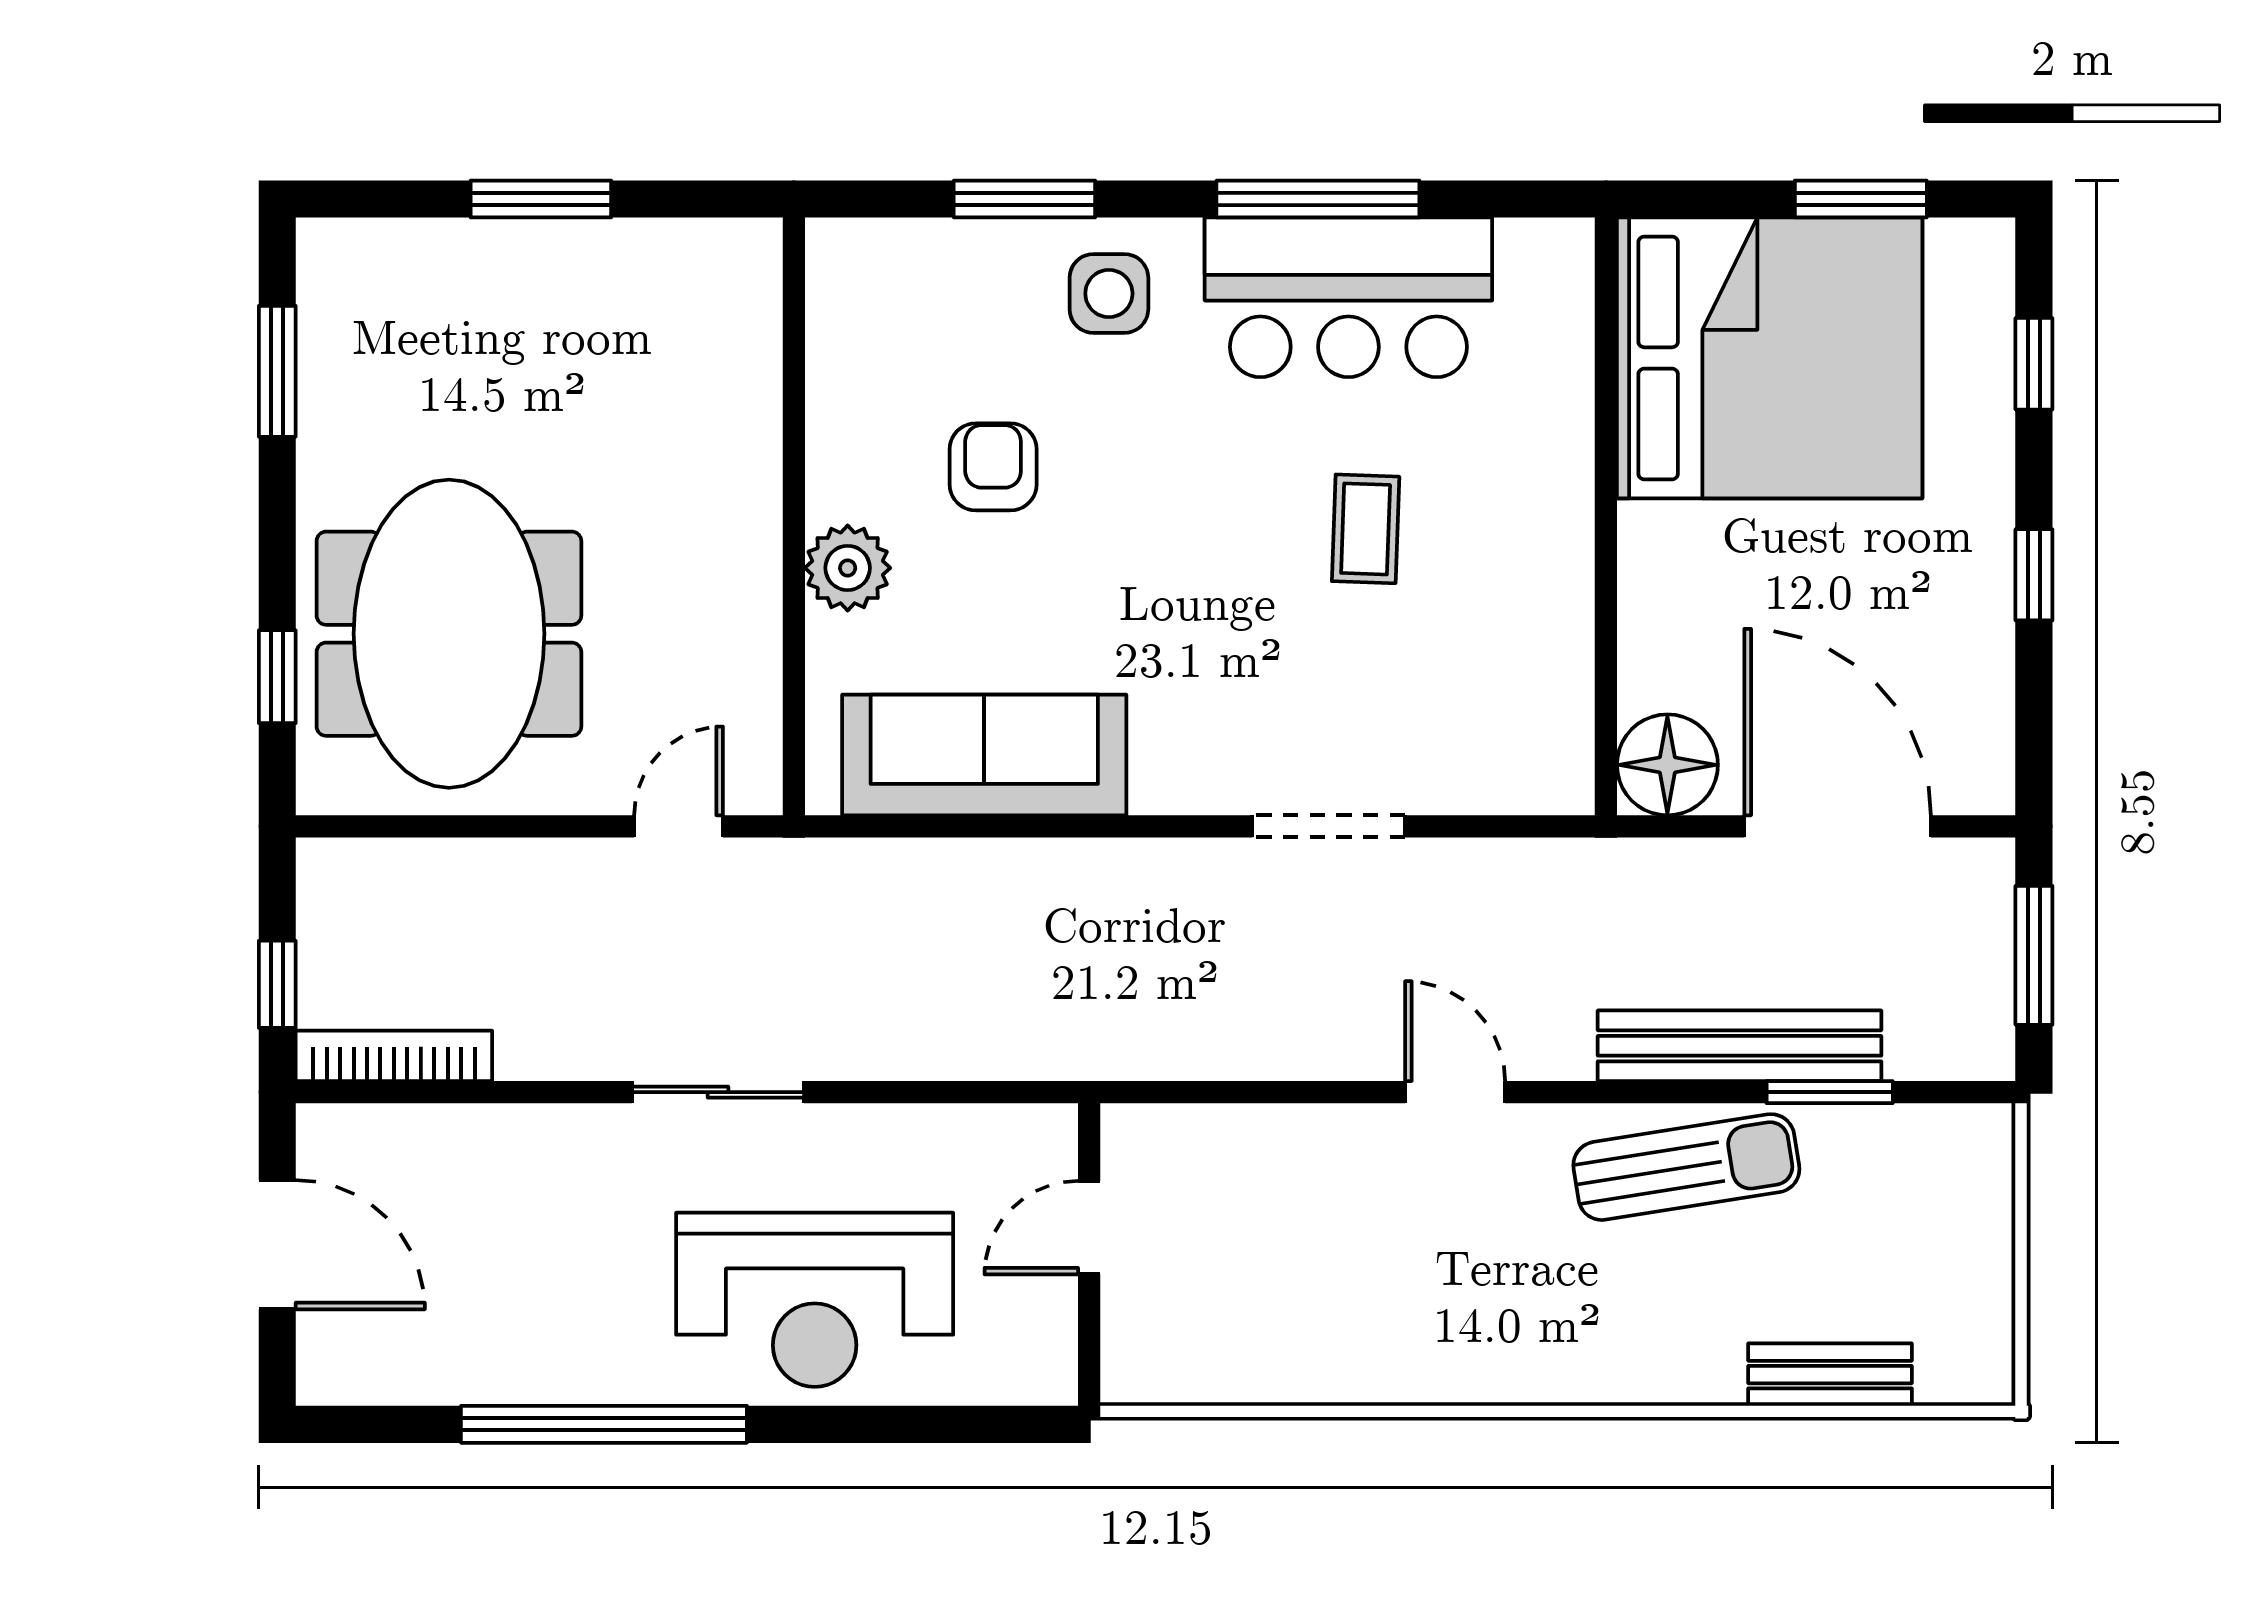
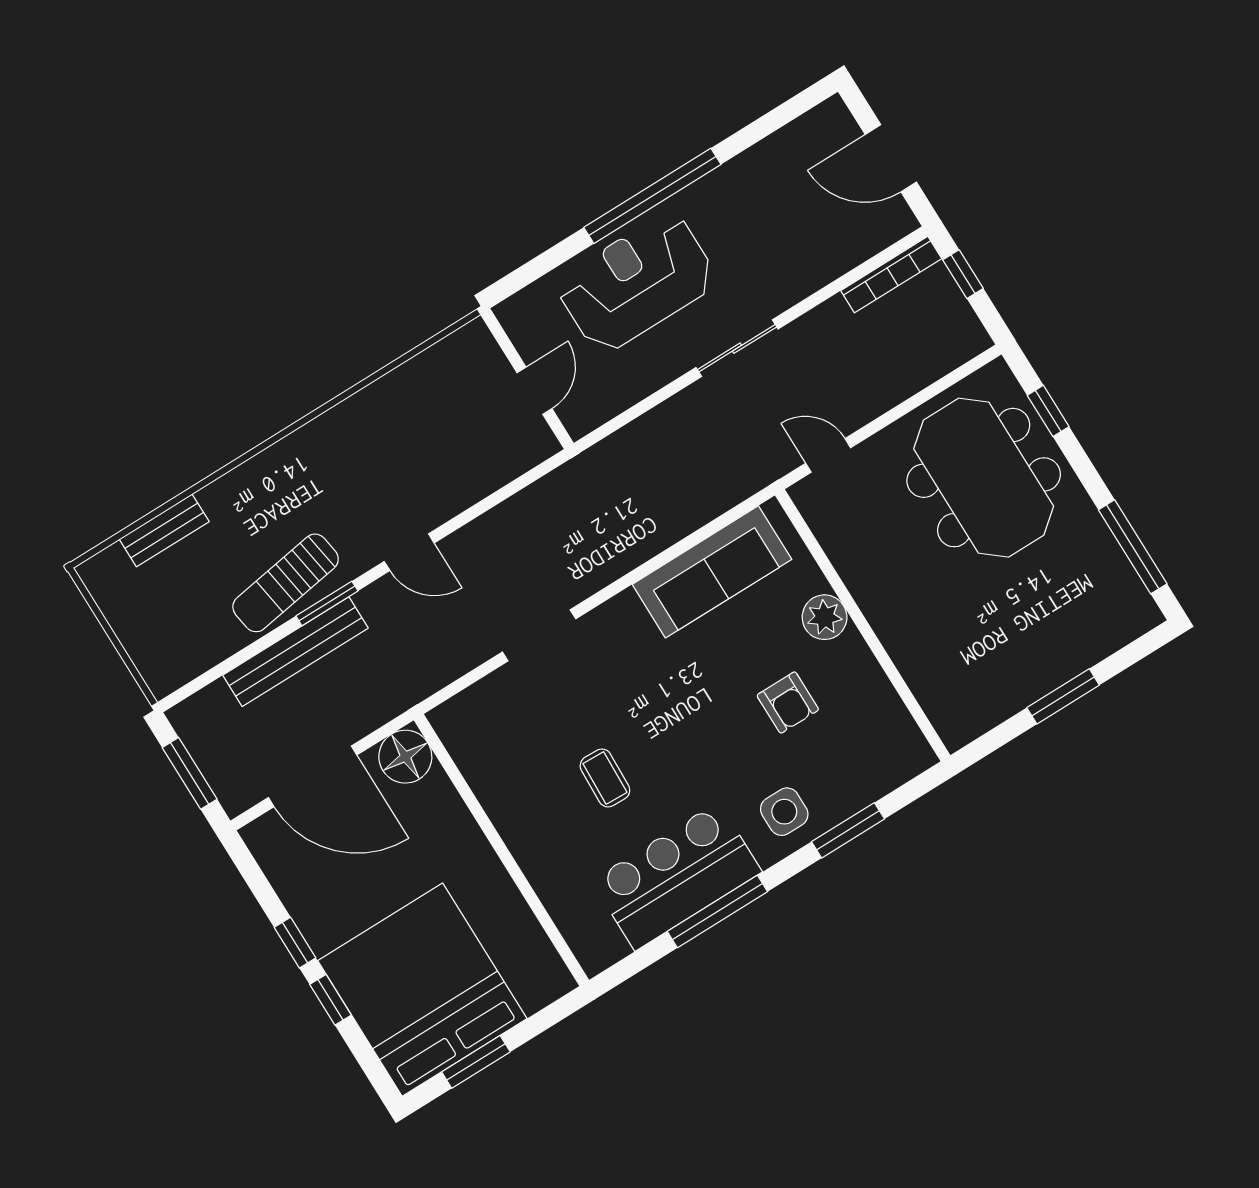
bed: (1770, 358) -> (422, 990), moved, turned 90
window: (2034, 364) -> (330, 1000), moved
window: (277, 371) -> (1133, 547), width x1.44
door: (679, 826) -> (828, 455), swing flipped
window: (1830, 1092) -> (327, 603), moved
window: (604, 1424) -> (652, 196), moved

